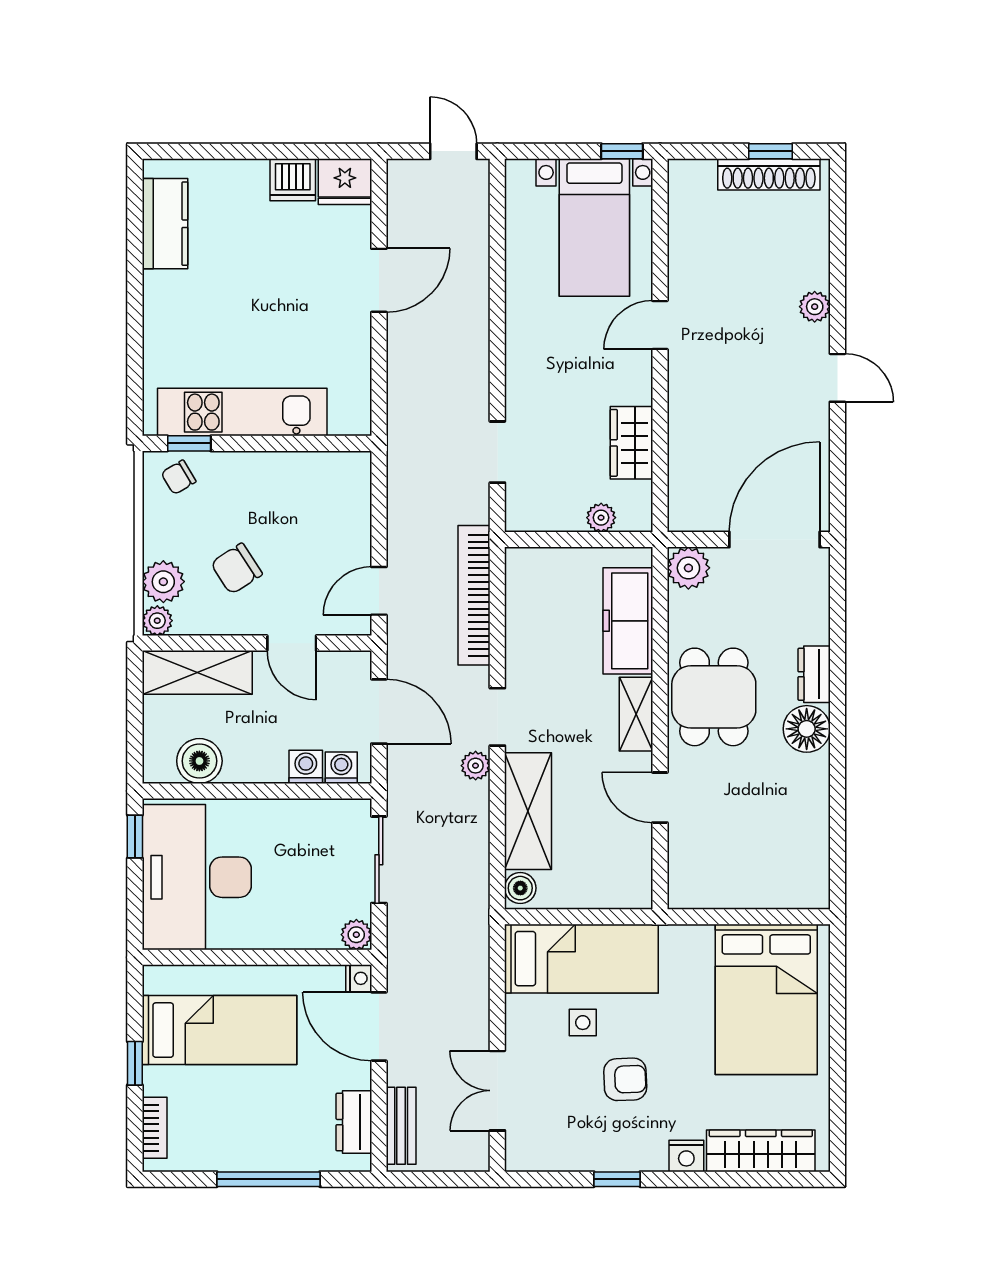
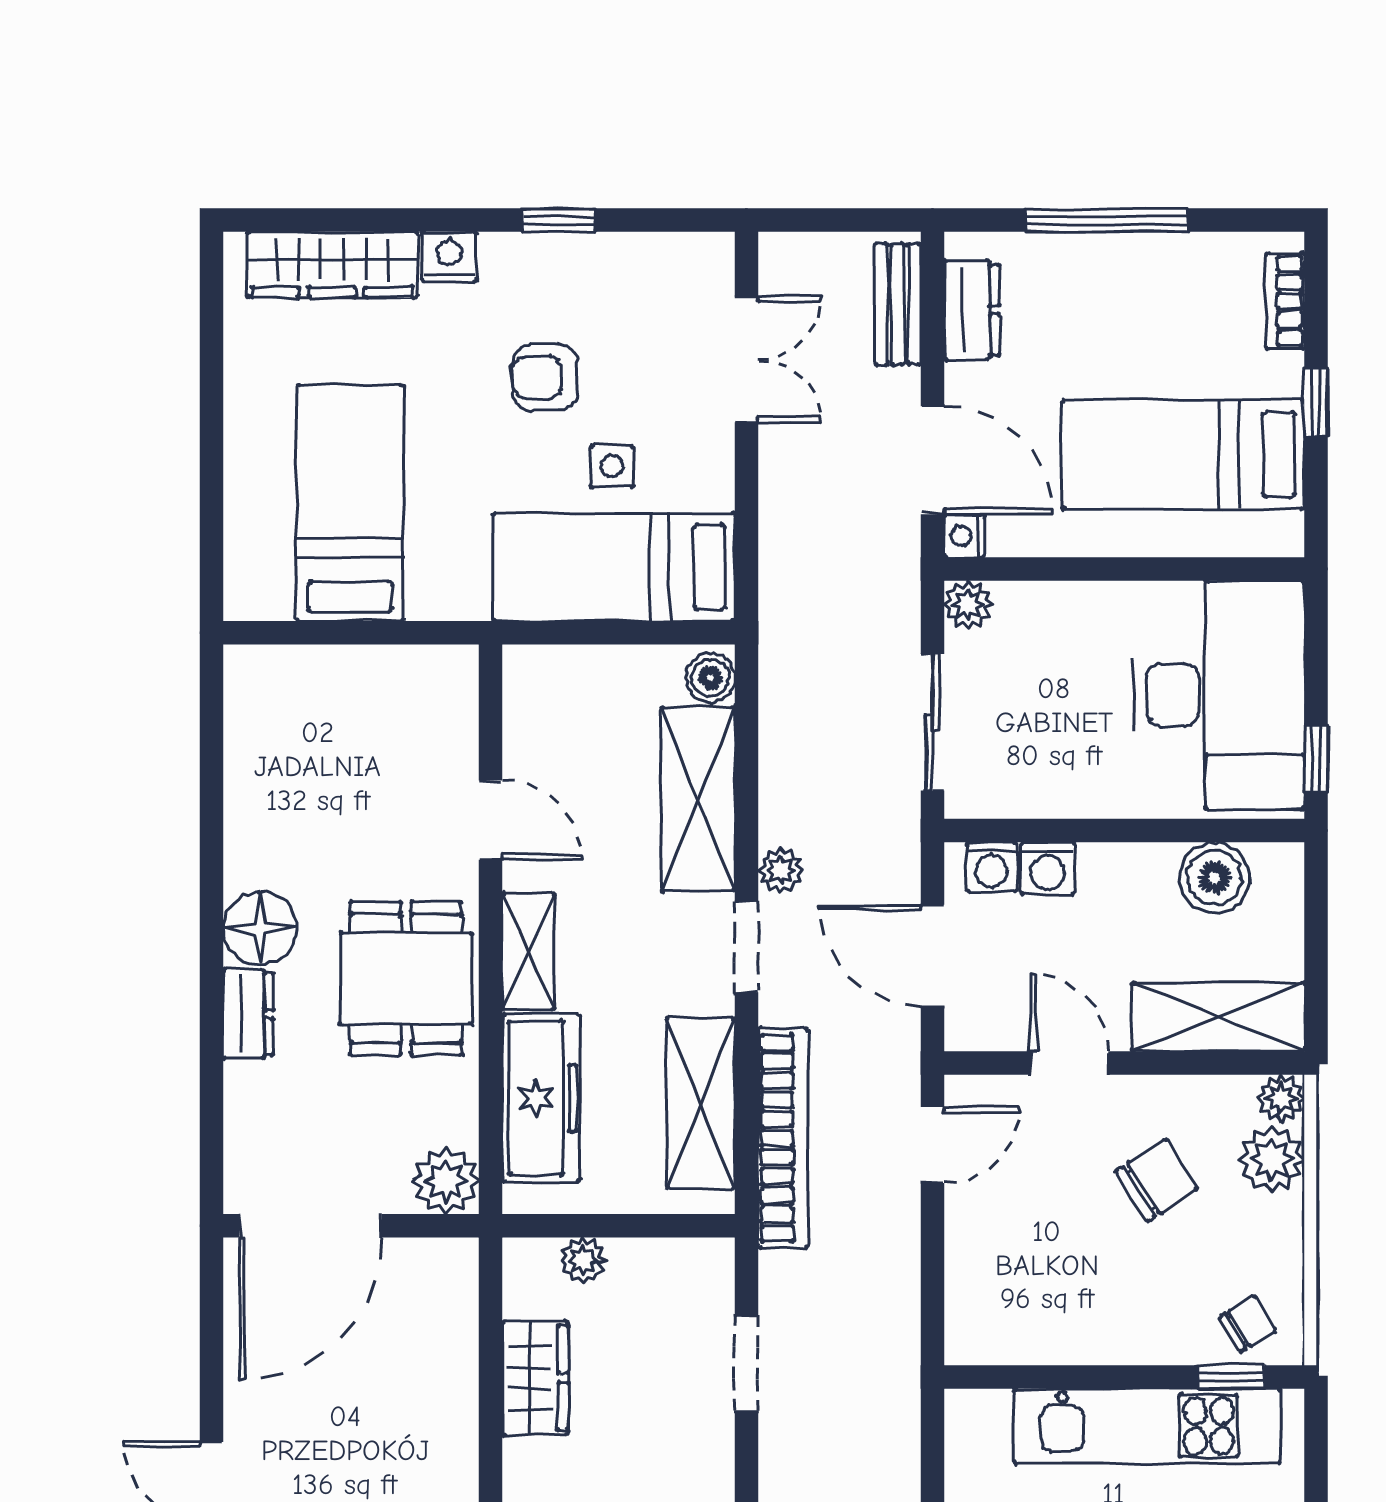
shelving: (526, 618) -> (701, 1103), added
bed: (766, 999) -> (350, 503), width x0.67

